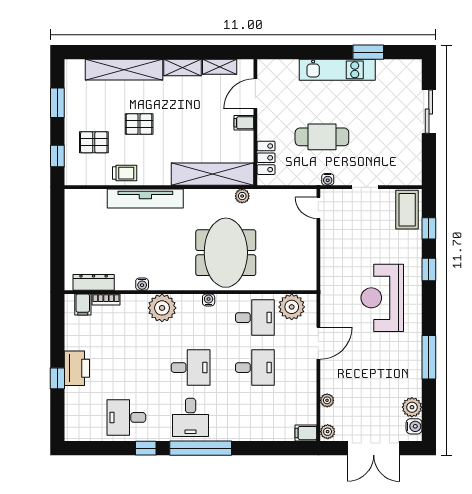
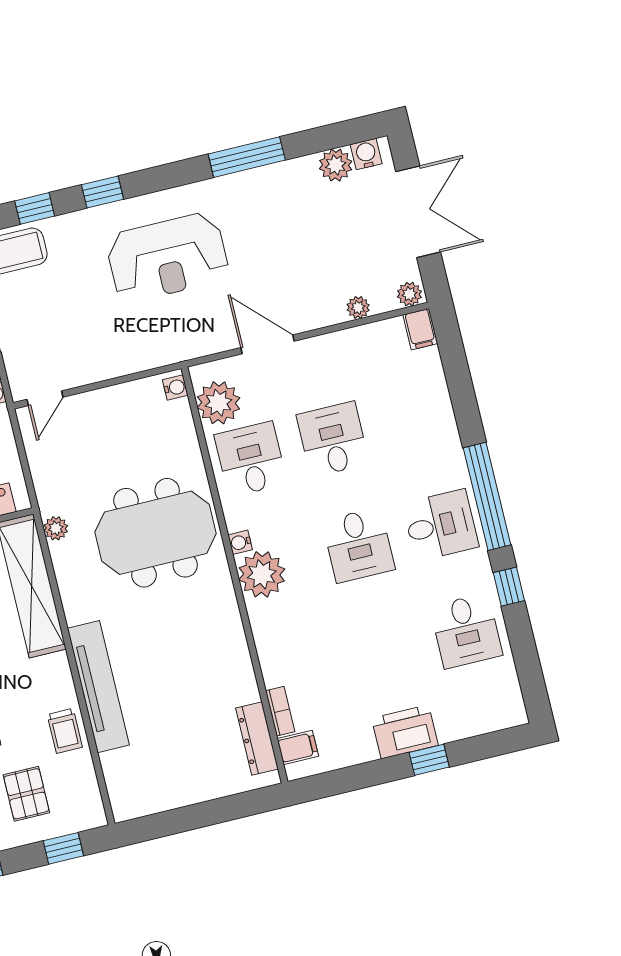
trolley: (125, 173) -> (65, 731), turned 180
water cooler: (142, 284) -> (175, 387), moved
plant: (162, 308) -> (262, 574), moved
desk: (191, 368) -> (358, 545), turned 180

